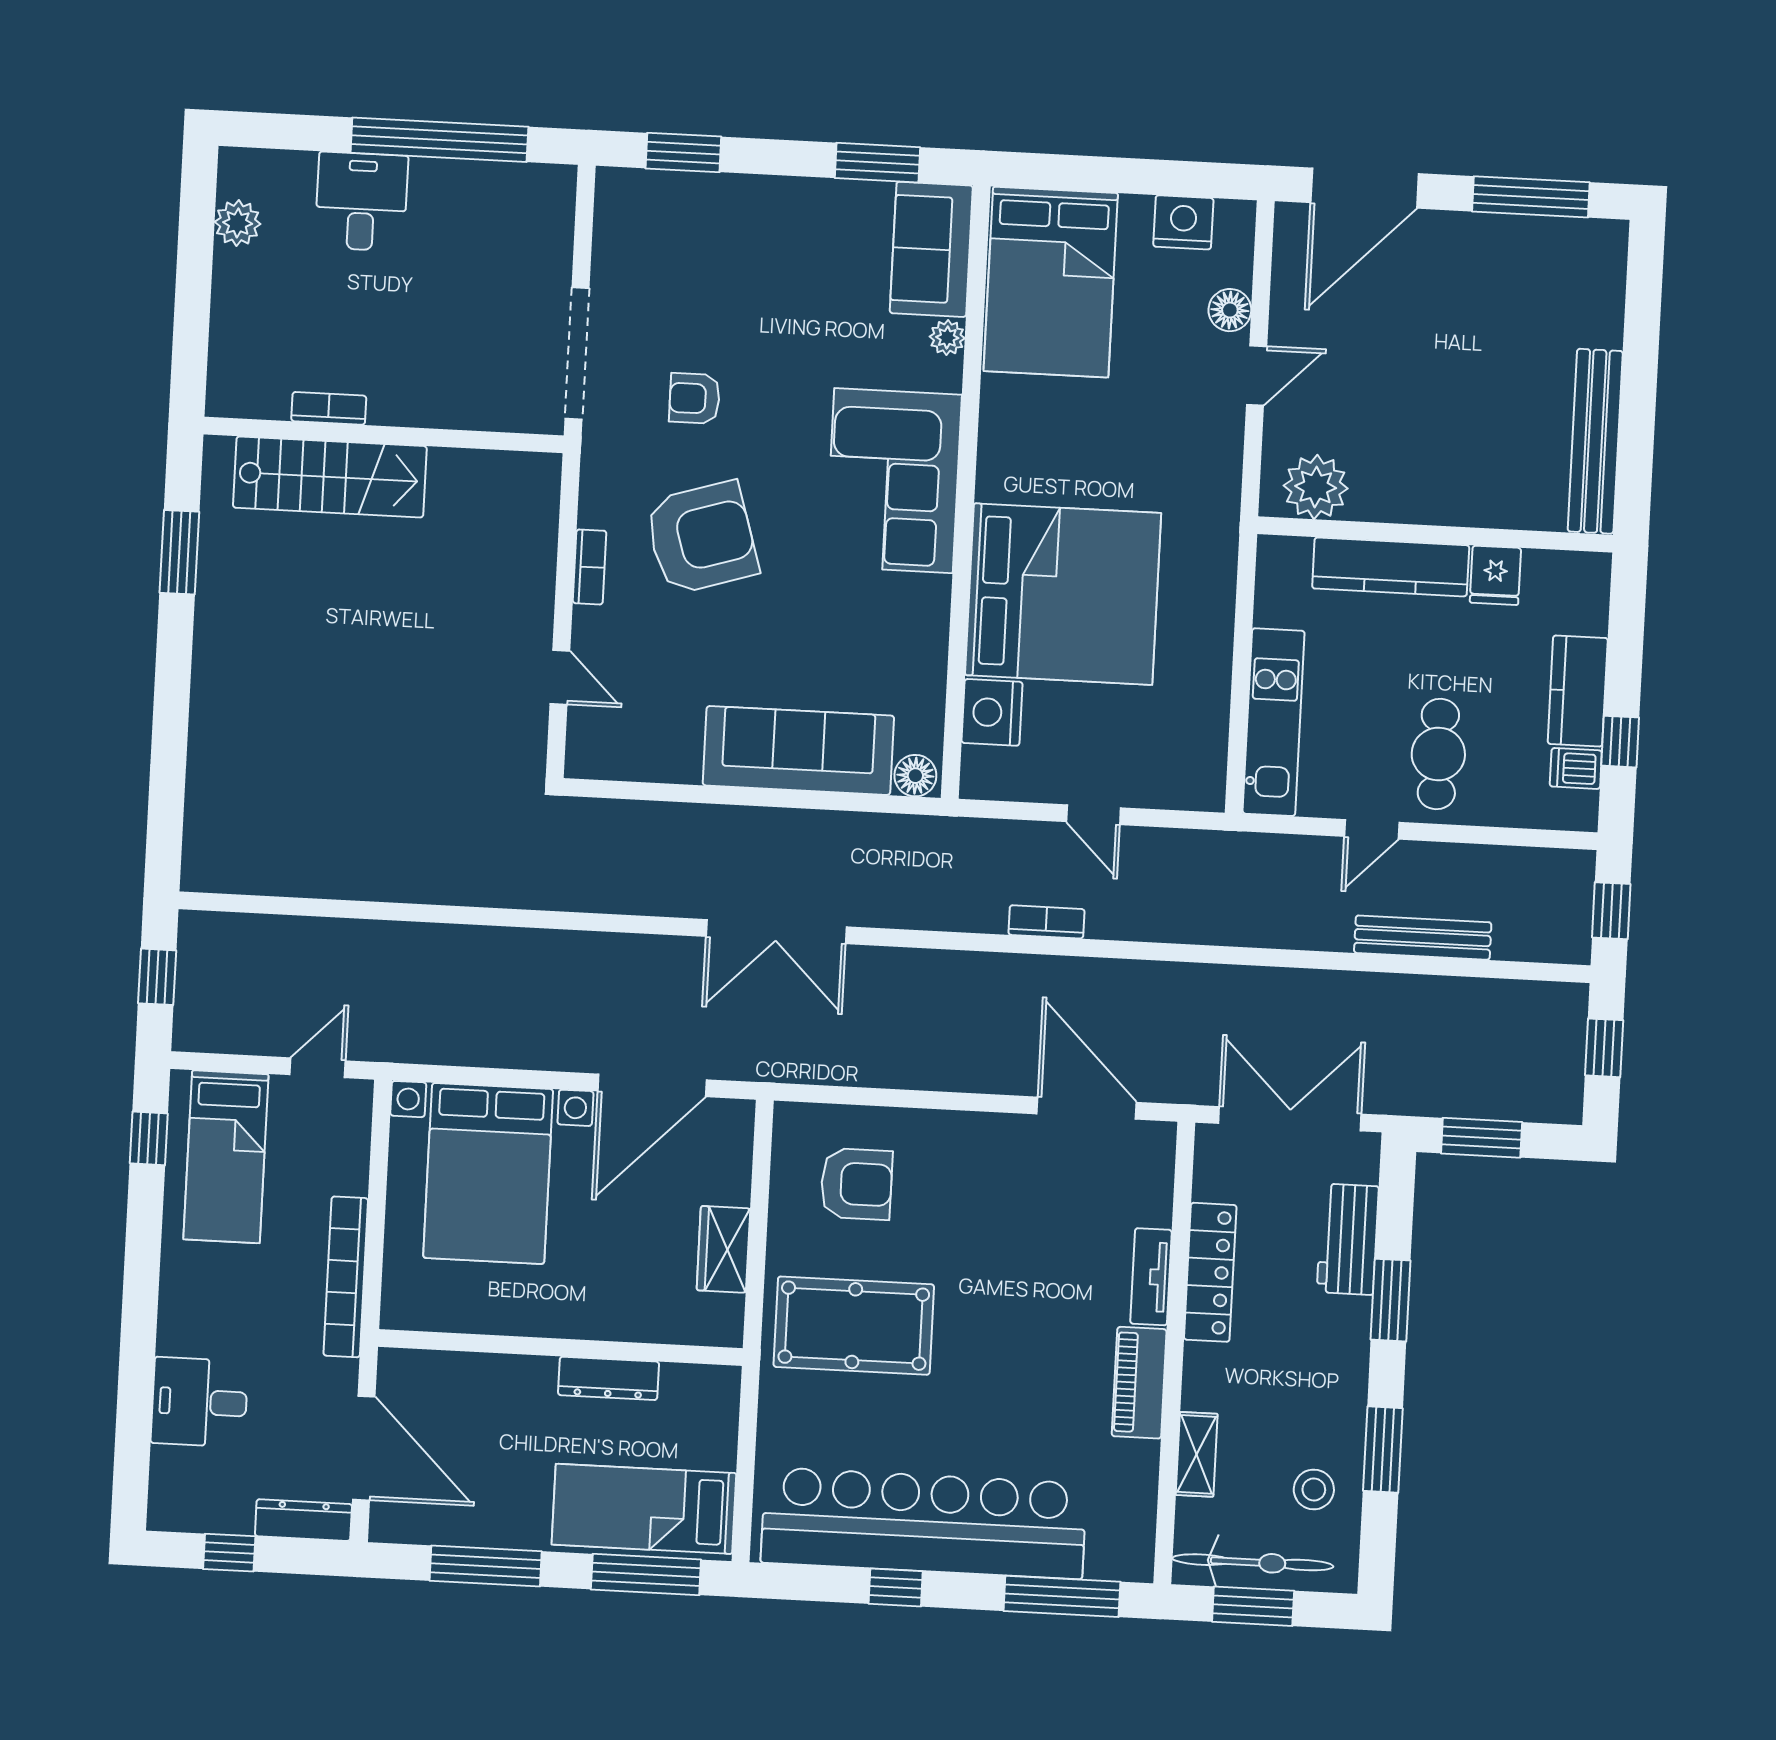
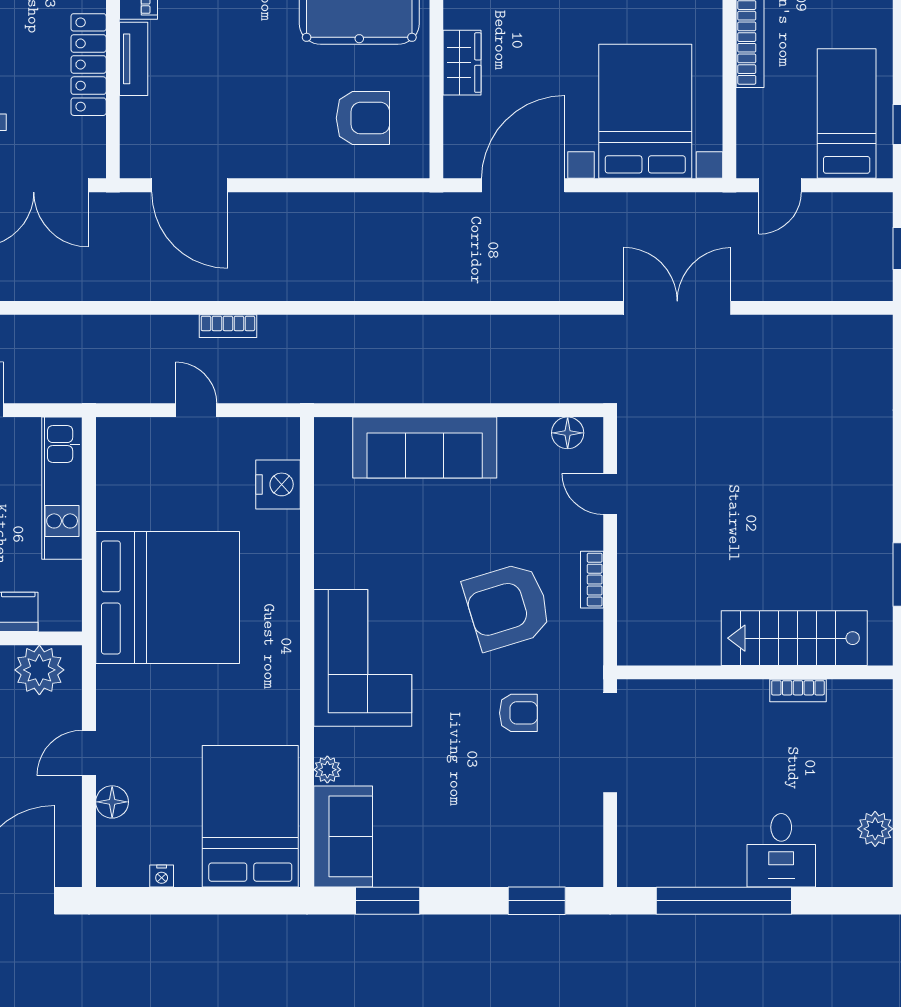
nightstand: (1183, 222) -> (162, 876), width x0.53, depth x0.56
bed: (1063, 594) -> (168, 597), moved, turned 180
floor lamp: (915, 776) -> (568, 433), moved
double door: (776, 932) -> (677, 308), moved
armchair: (856, 1184) -> (363, 118), turned 180

